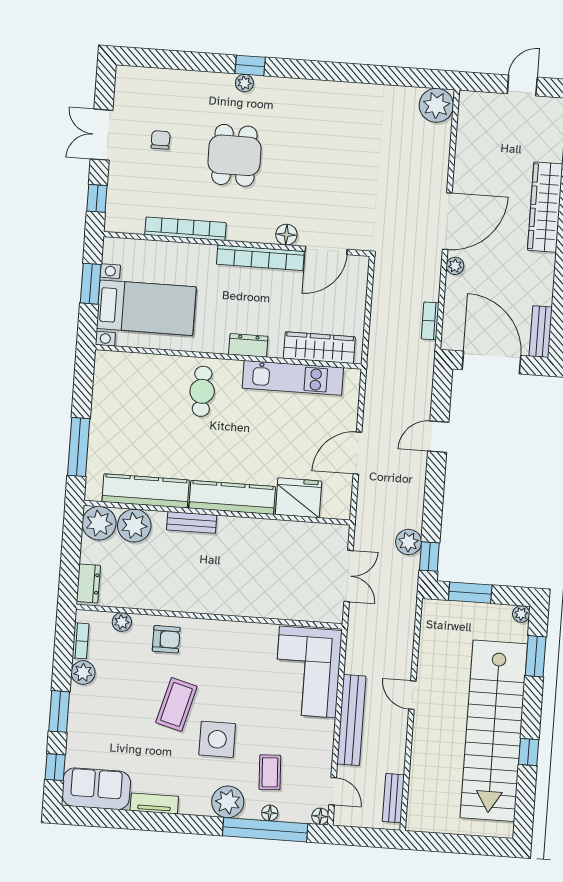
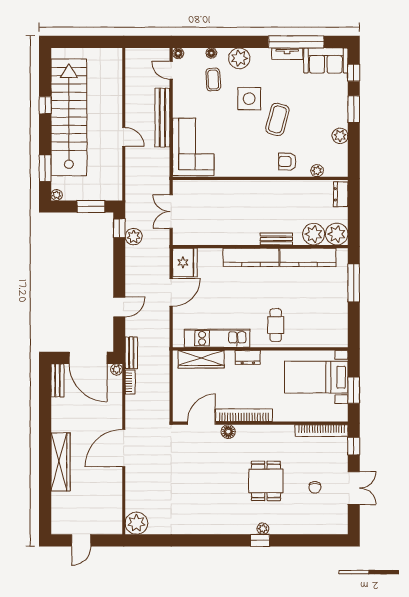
bookcase: (185, 229) -> (322, 431), moved
plant: (455, 266) -> (117, 370), moved
fridge: (298, 498) -> (185, 262), moved, turned -90
bookcase: (81, 641) -> (343, 156), removed
bench: (393, 798) -> (131, 353), moved
window: (265, 830) -> (296, 42), moved

